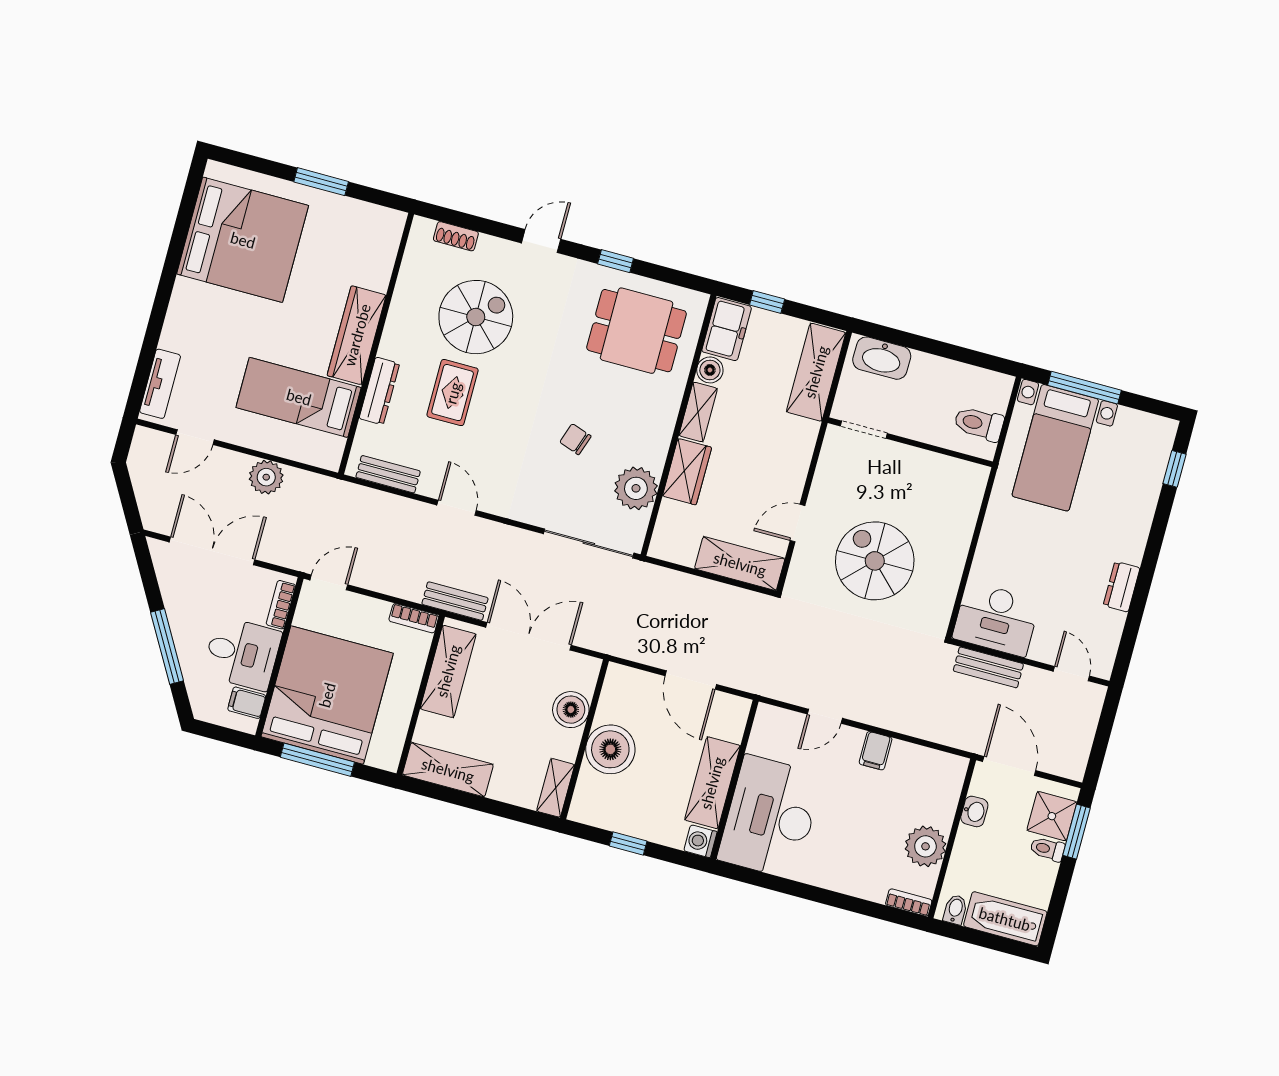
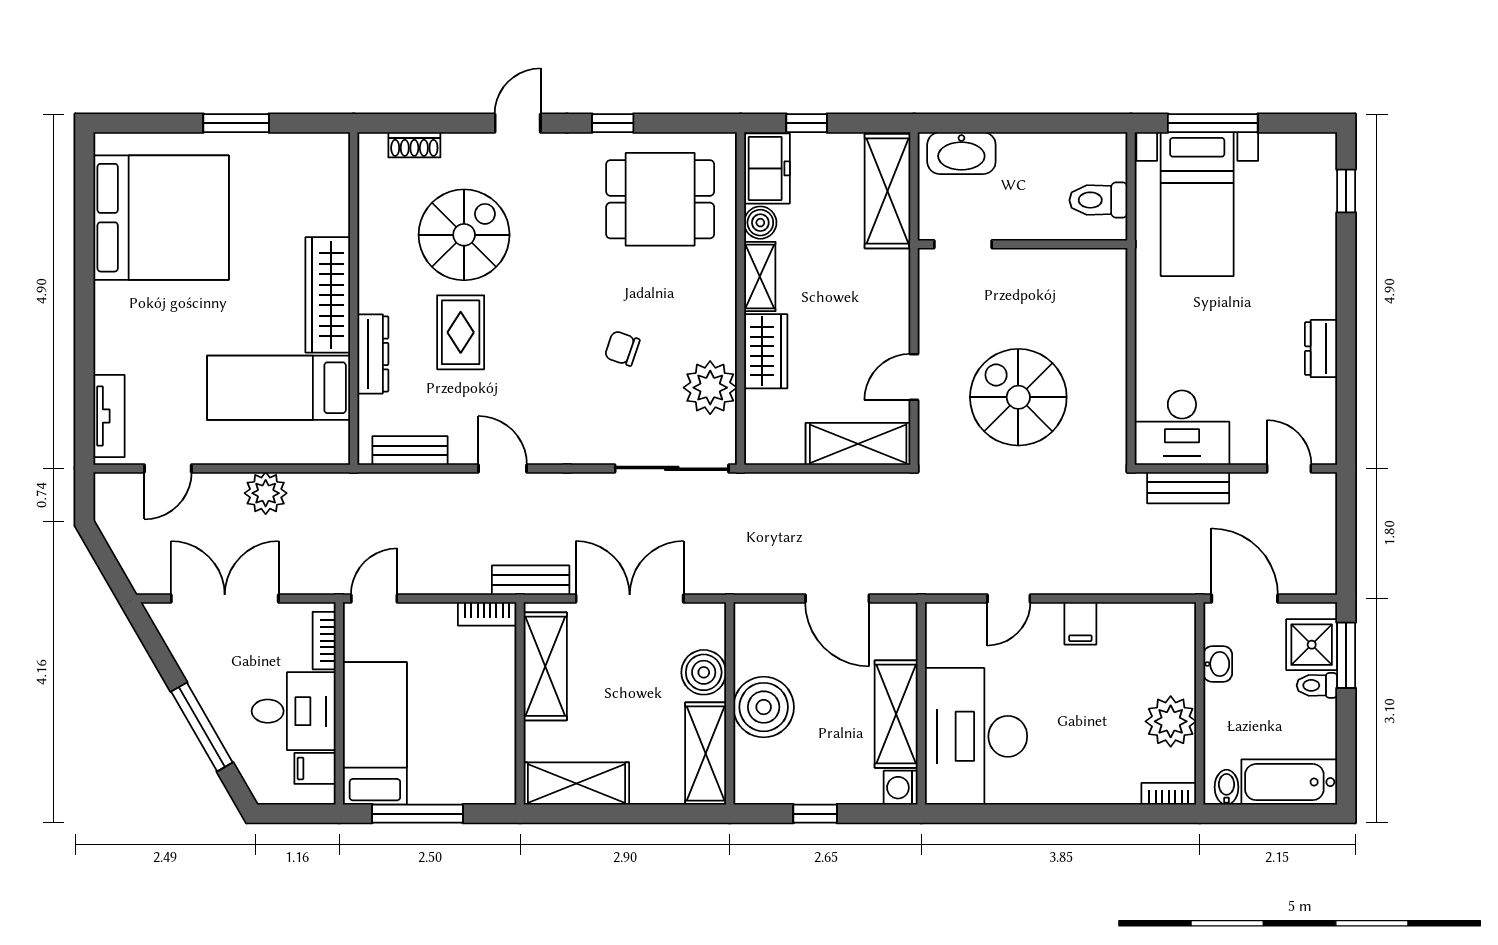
bed: (327, 695) -> (375, 733), width x0.49
shelving: (556, 788) -> (706, 753), width x1.50, depth x1.33

